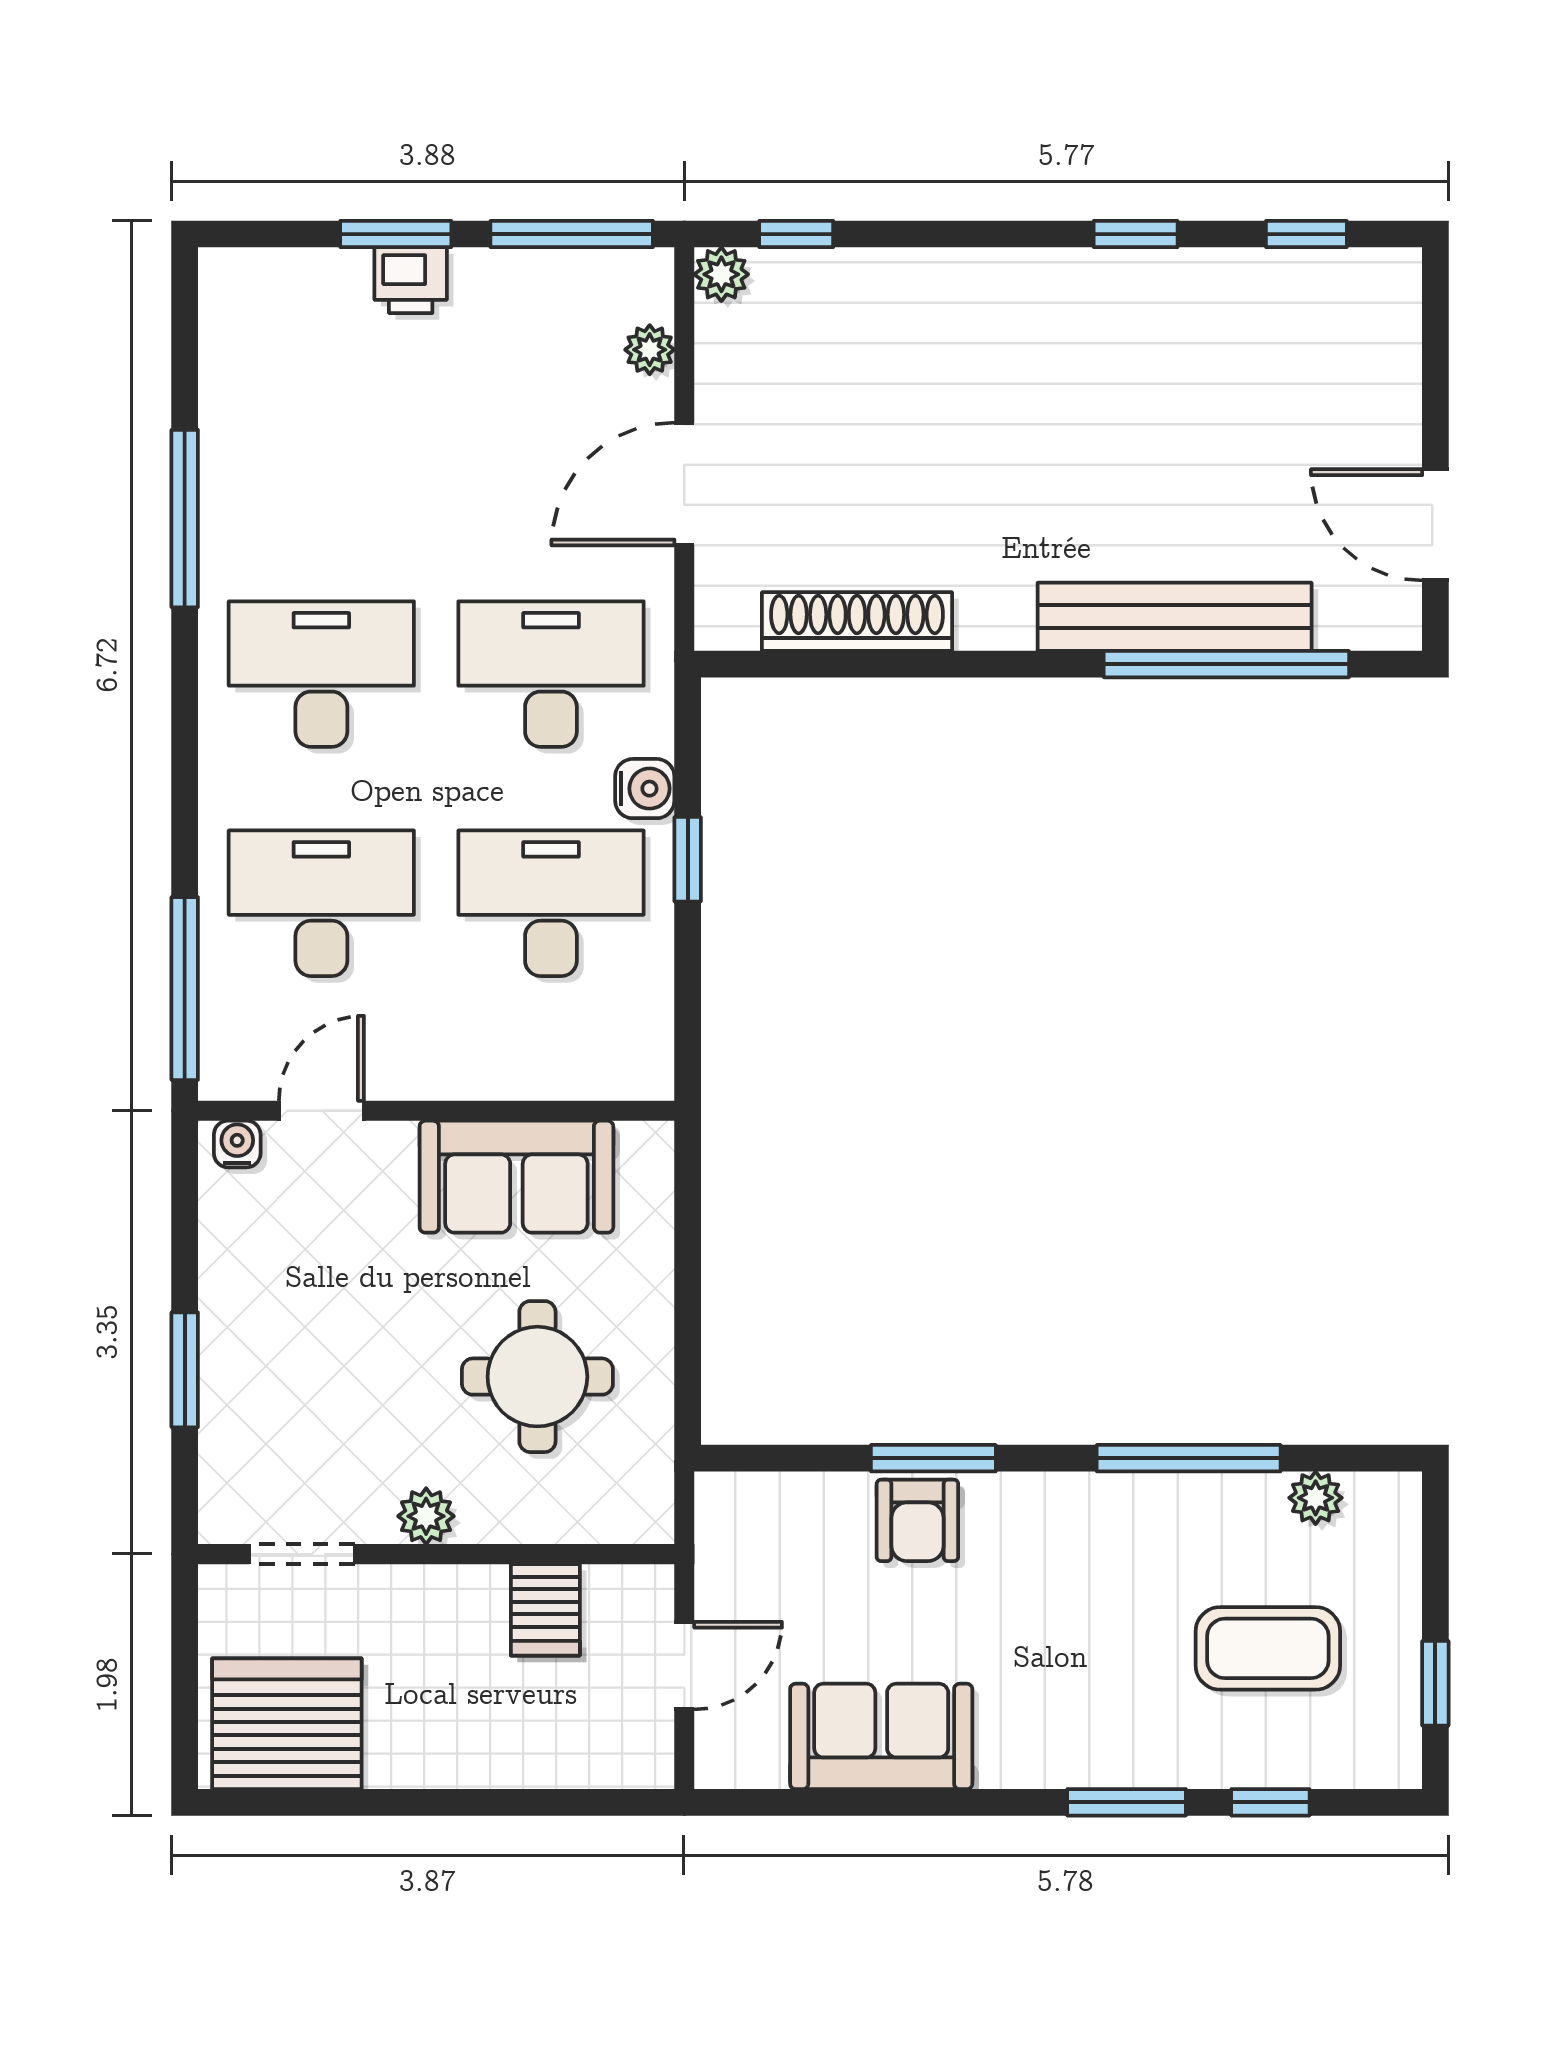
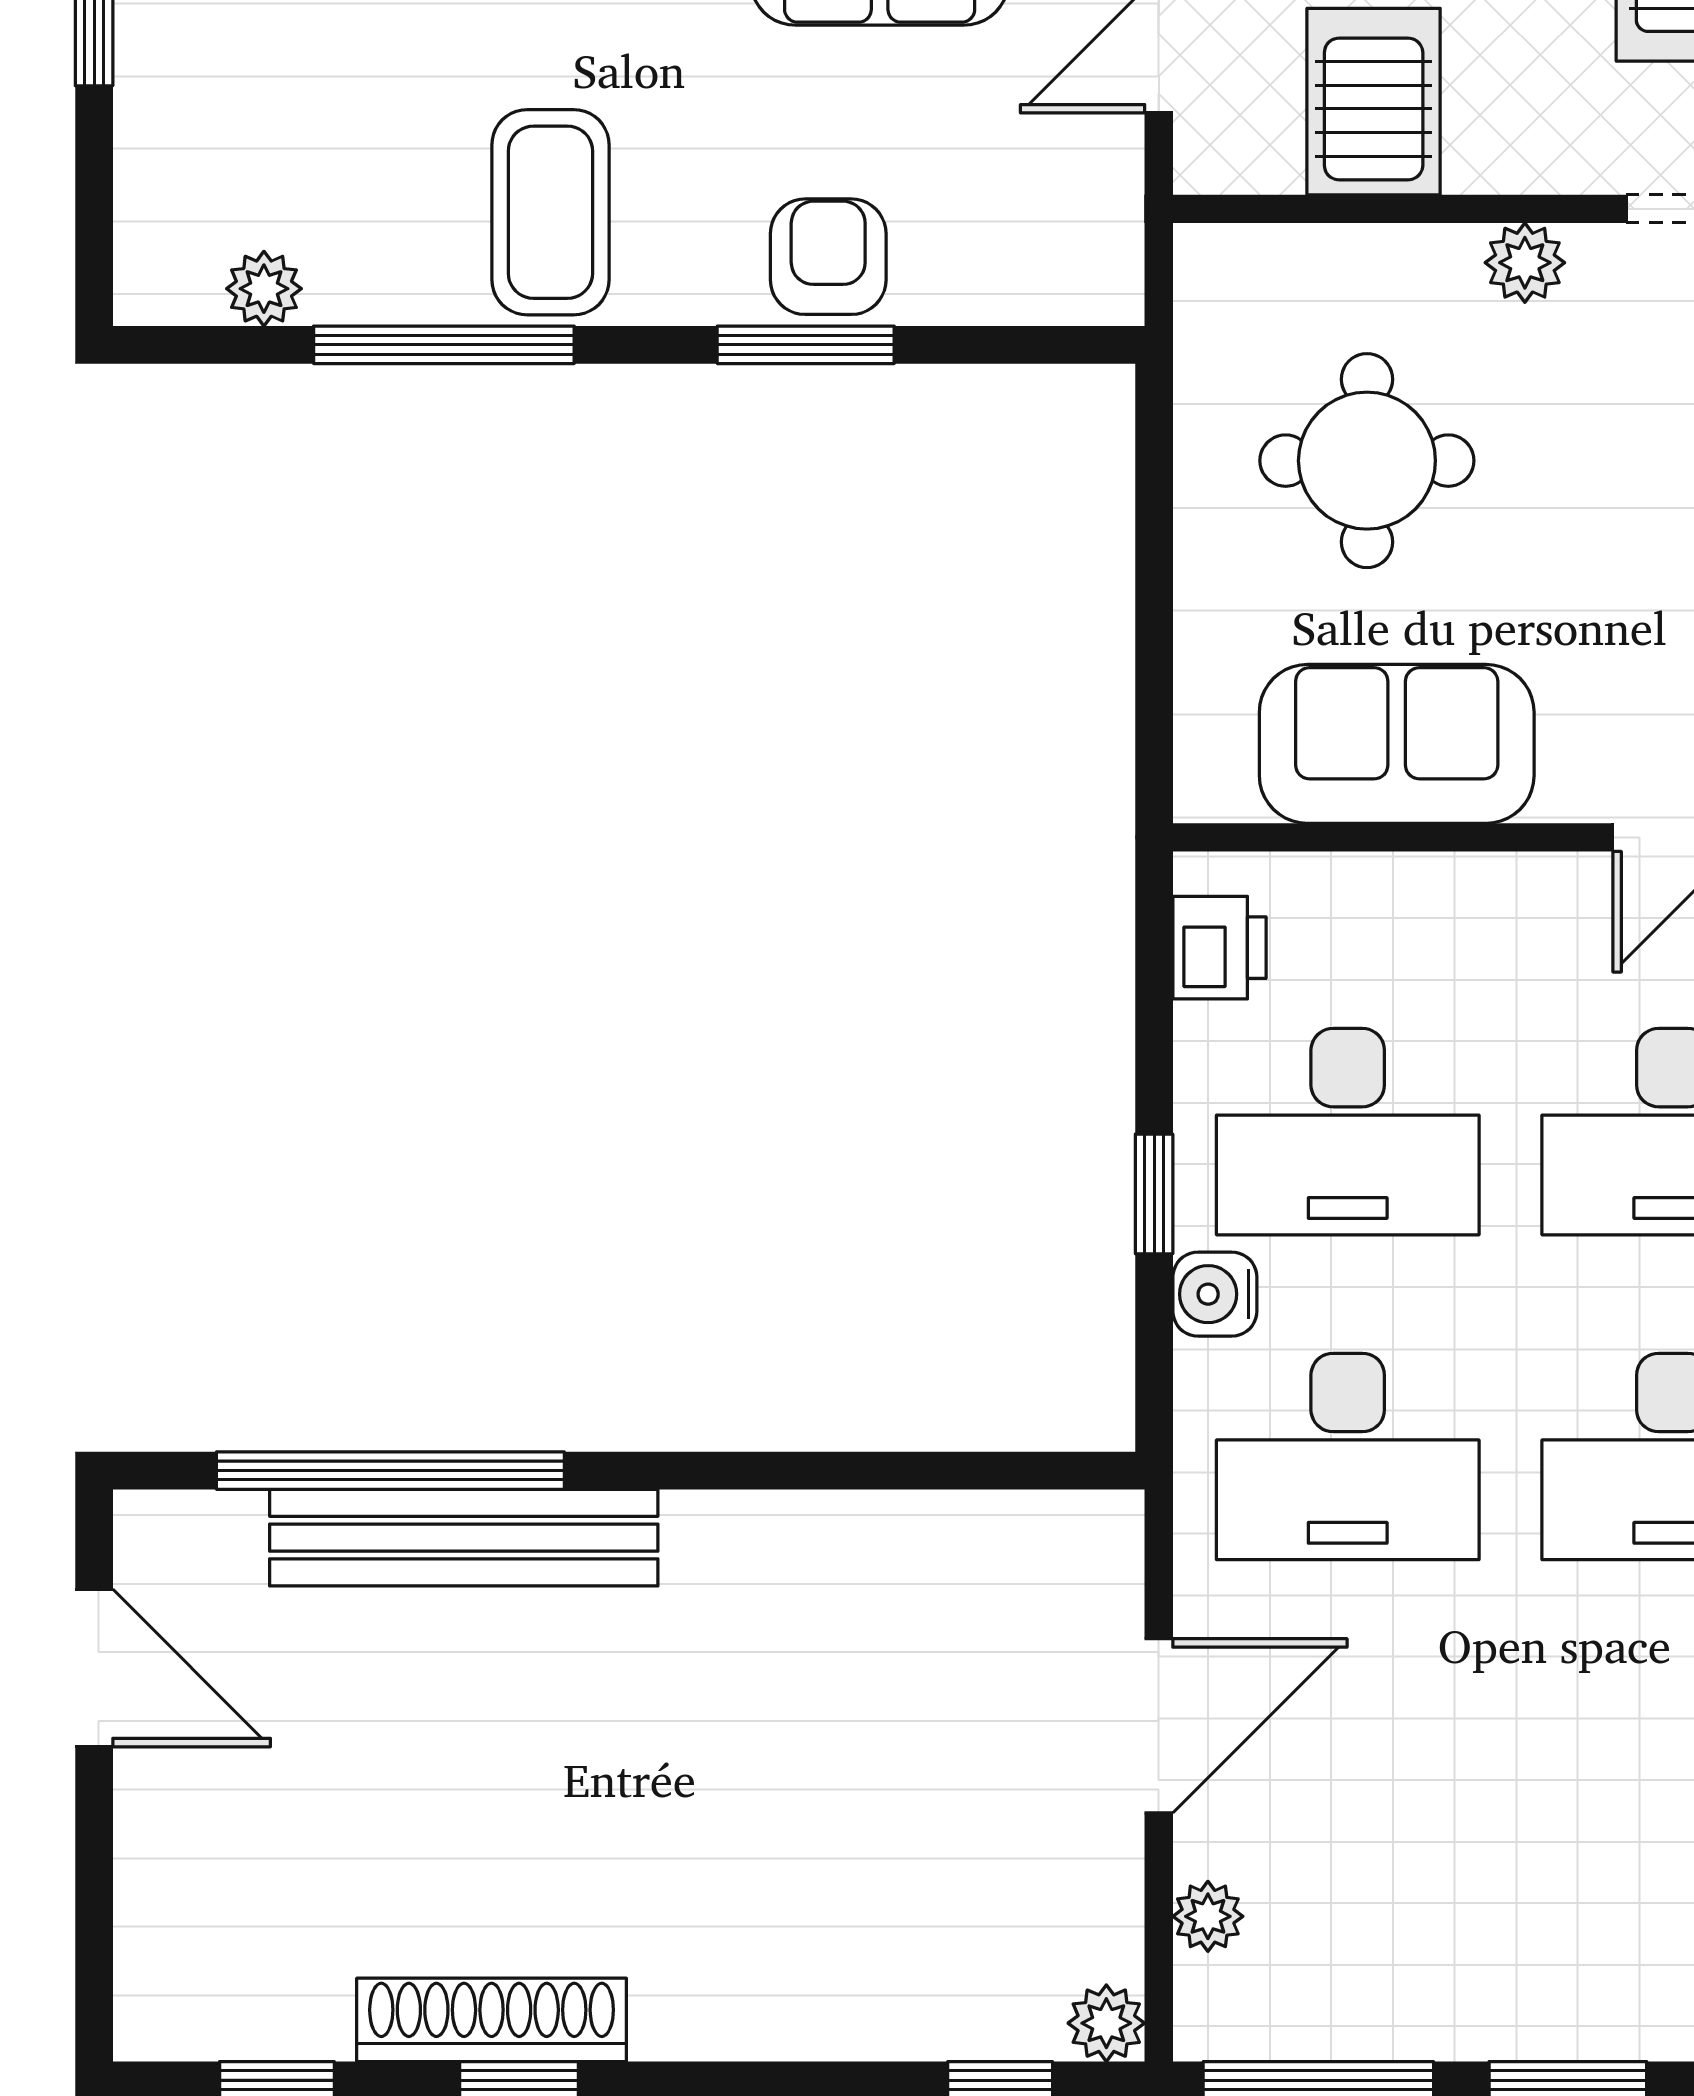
printer: (411, 280) -> (1219, 948), moved, turned 90
shoe rack: (857, 622) -> (492, 2020), moved, turned 180
server rack: (545, 1610) -> (1374, 102), width x1.36, depth x1.44
coffee table: (1268, 1648) -> (550, 212), moved, turned 90

